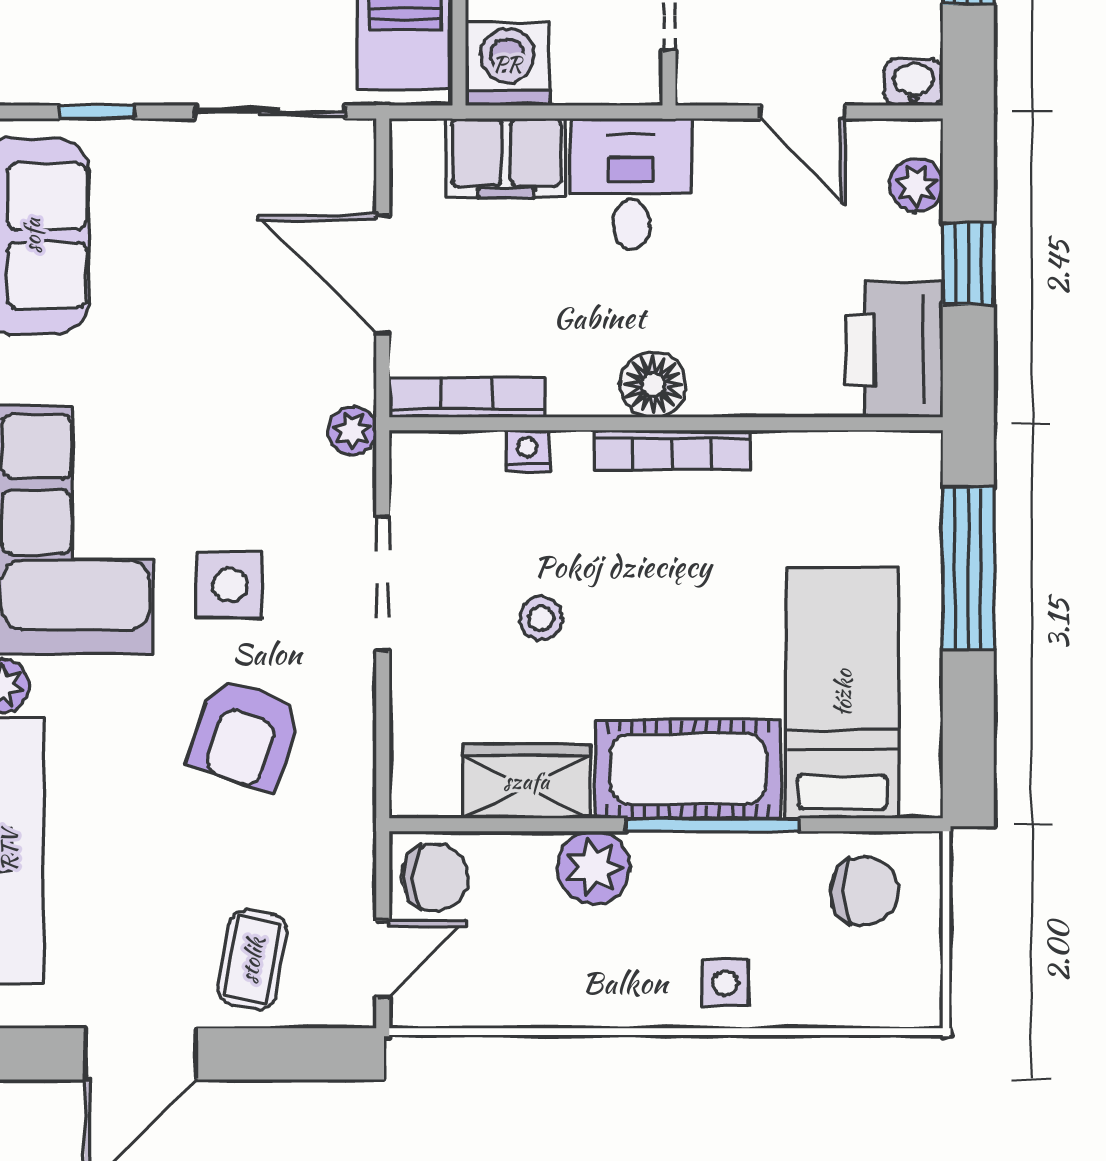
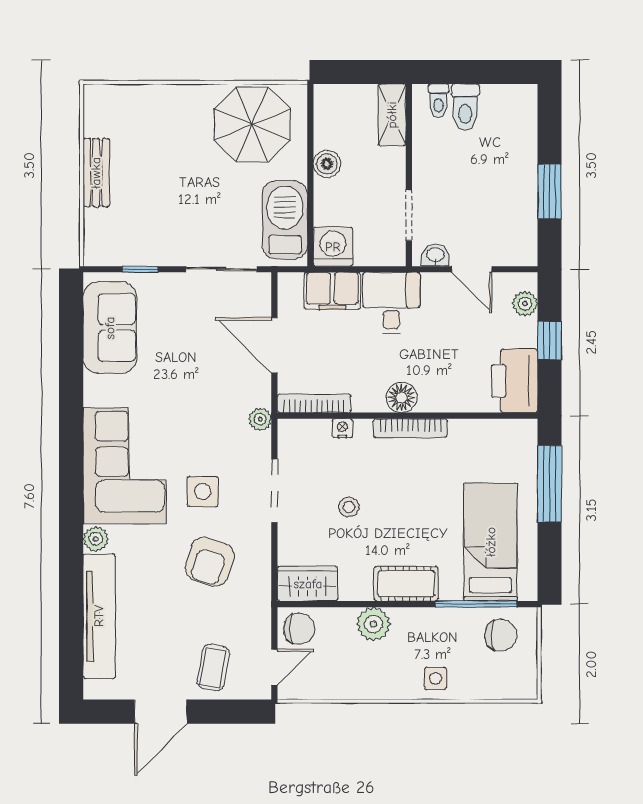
washbasin: (913, 82) -> (435, 255), moved
cot: (688, 769) -> (406, 584), width x0.73, depth x0.75
wardrobe: (526, 781) -> (308, 584), moved
window: (713, 825) -> (476, 604), moved

